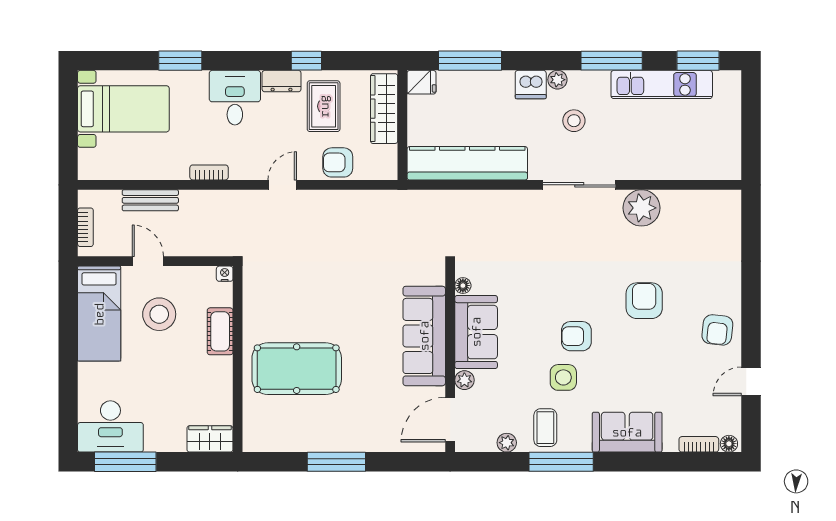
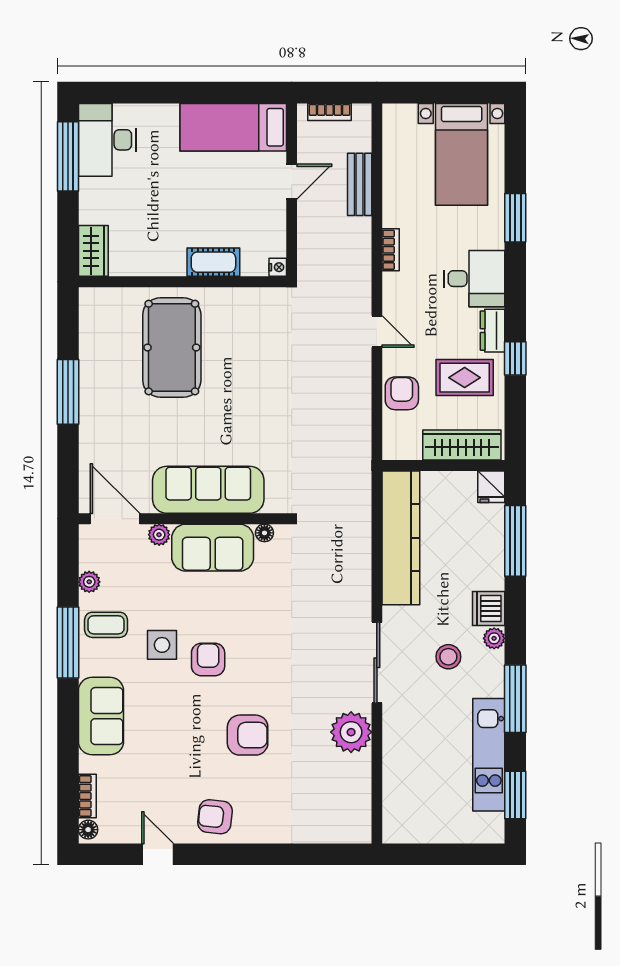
stool: (159, 314) -> (233, 194), removed

